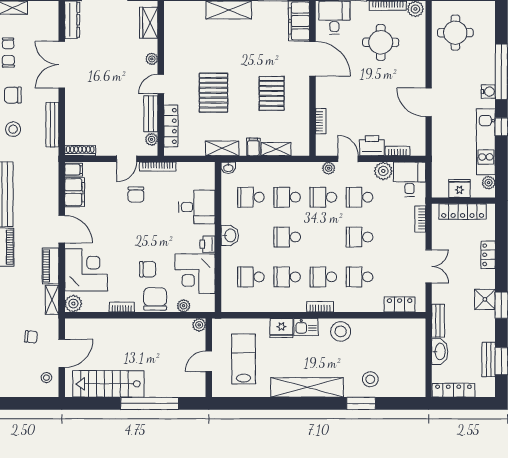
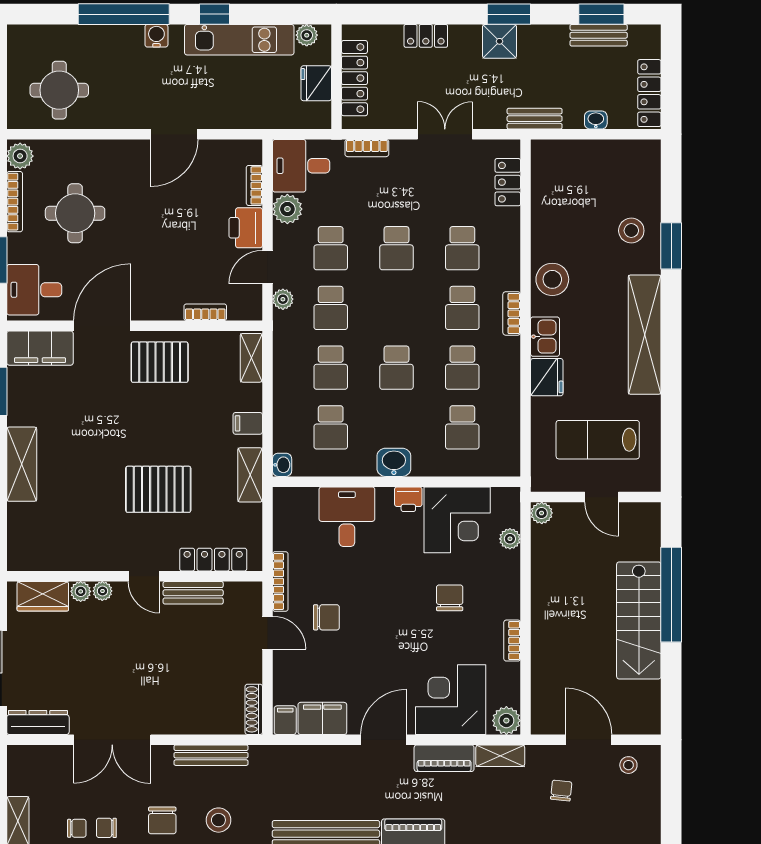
pallet: (272, 93) -> (160, 362), moved
plant: (152, 139) -> (81, 591), moved
shelving: (276, 149) -> (251, 358), moved
chair: (155, 299) -> (499, 586), removed
washbasin: (440, 352) -> (596, 120), width x0.52, depth x0.69
stairs: (108, 384) -> (639, 620), moved

